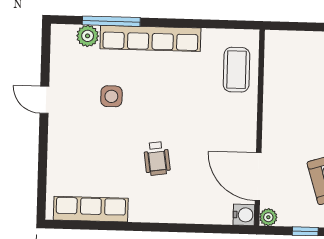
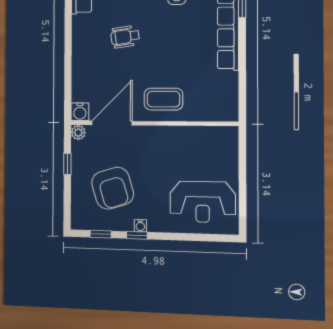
coffee table: (237, 70) -> (163, 99), moved

